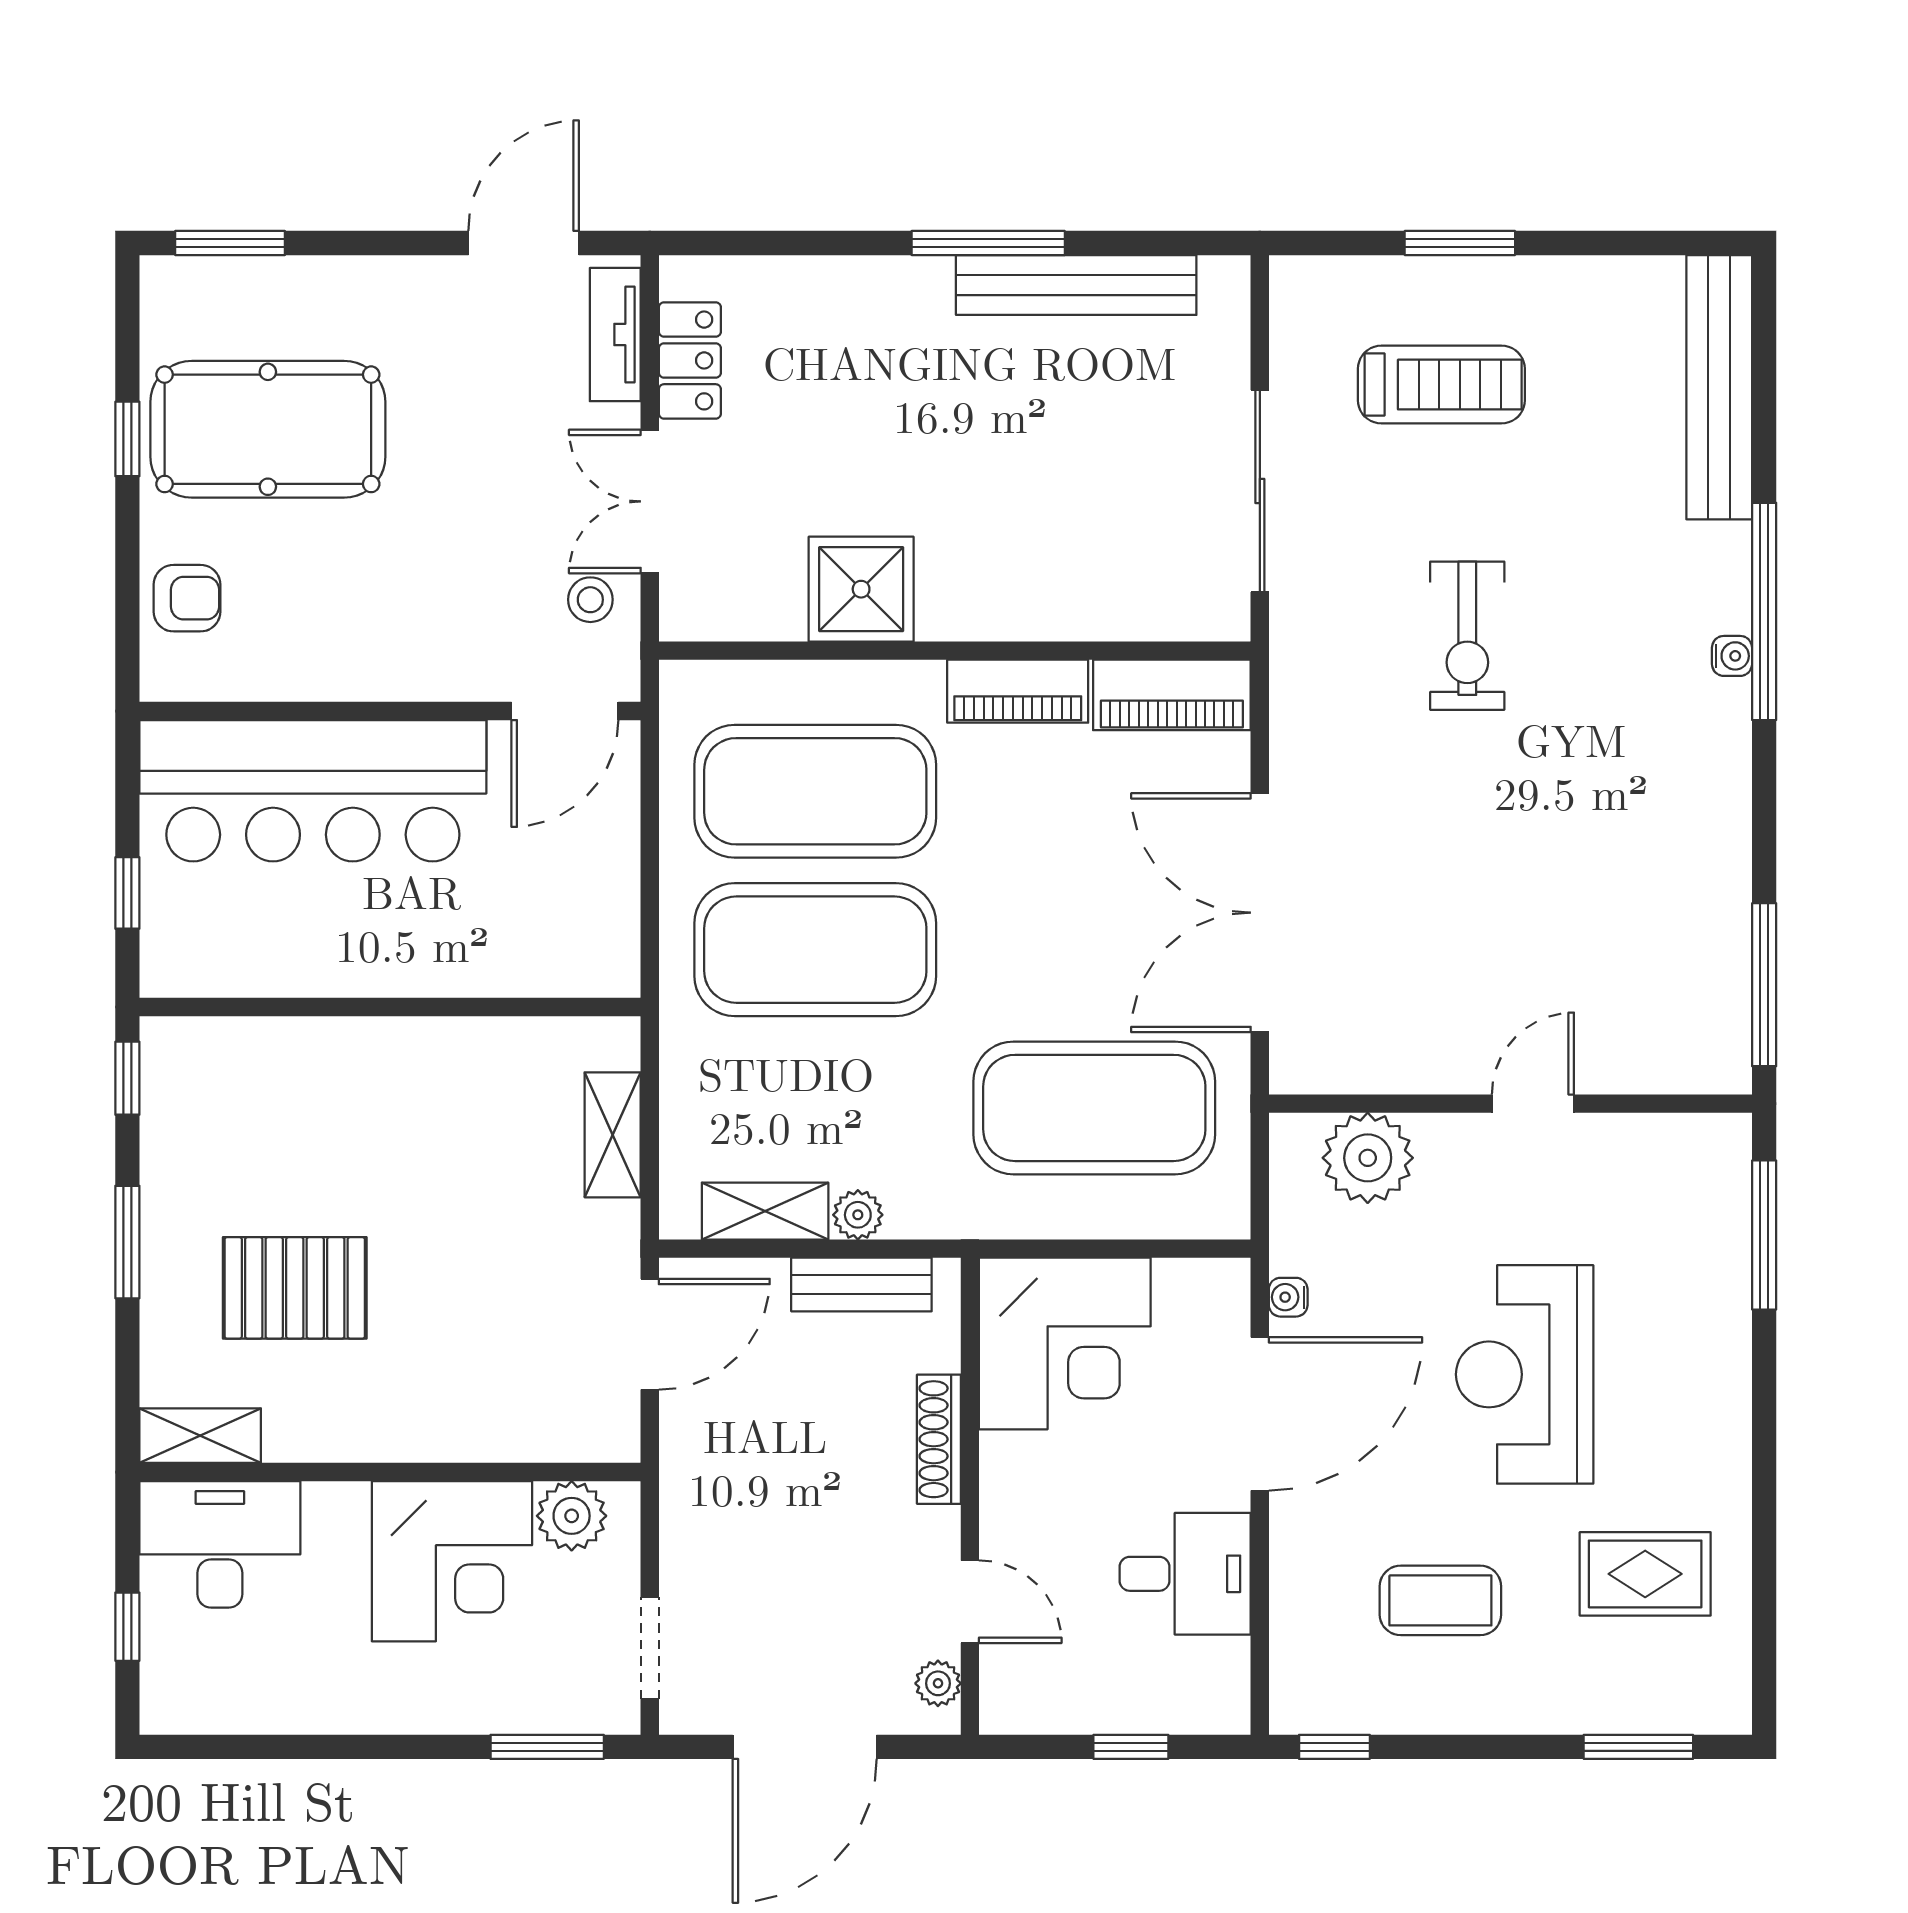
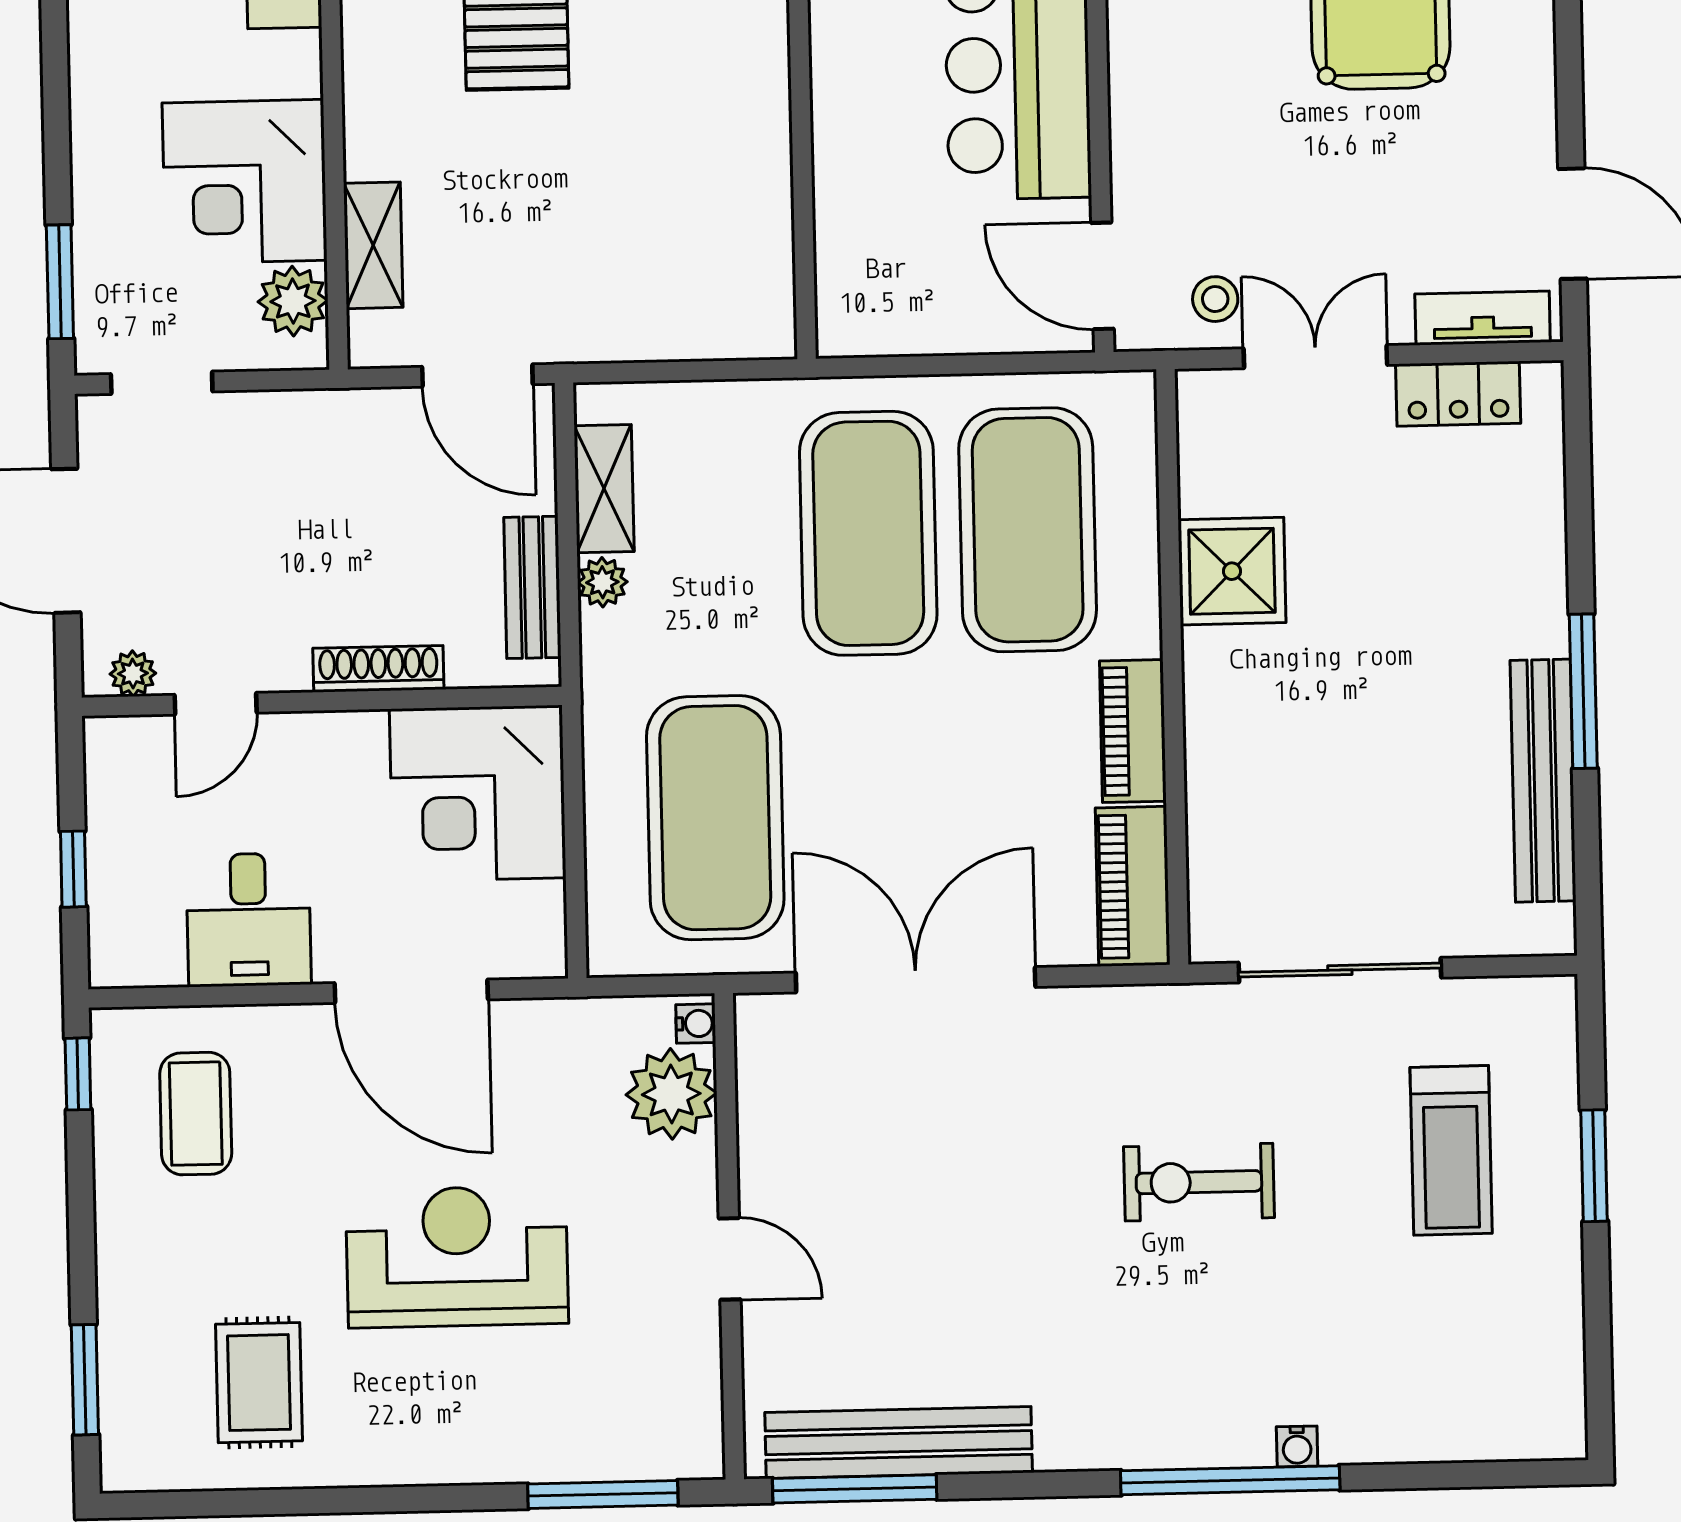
bench: (1719, 387) -> (899, 1443), moved
water cooler: (1732, 656) -> (1297, 1446), moved
shelving: (613, 1135) -> (373, 245), moved, turned 90
water cooler: (1288, 1297) -> (696, 1024), moved, turned 90
coffee table: (1440, 1600) -> (196, 1114), moved

